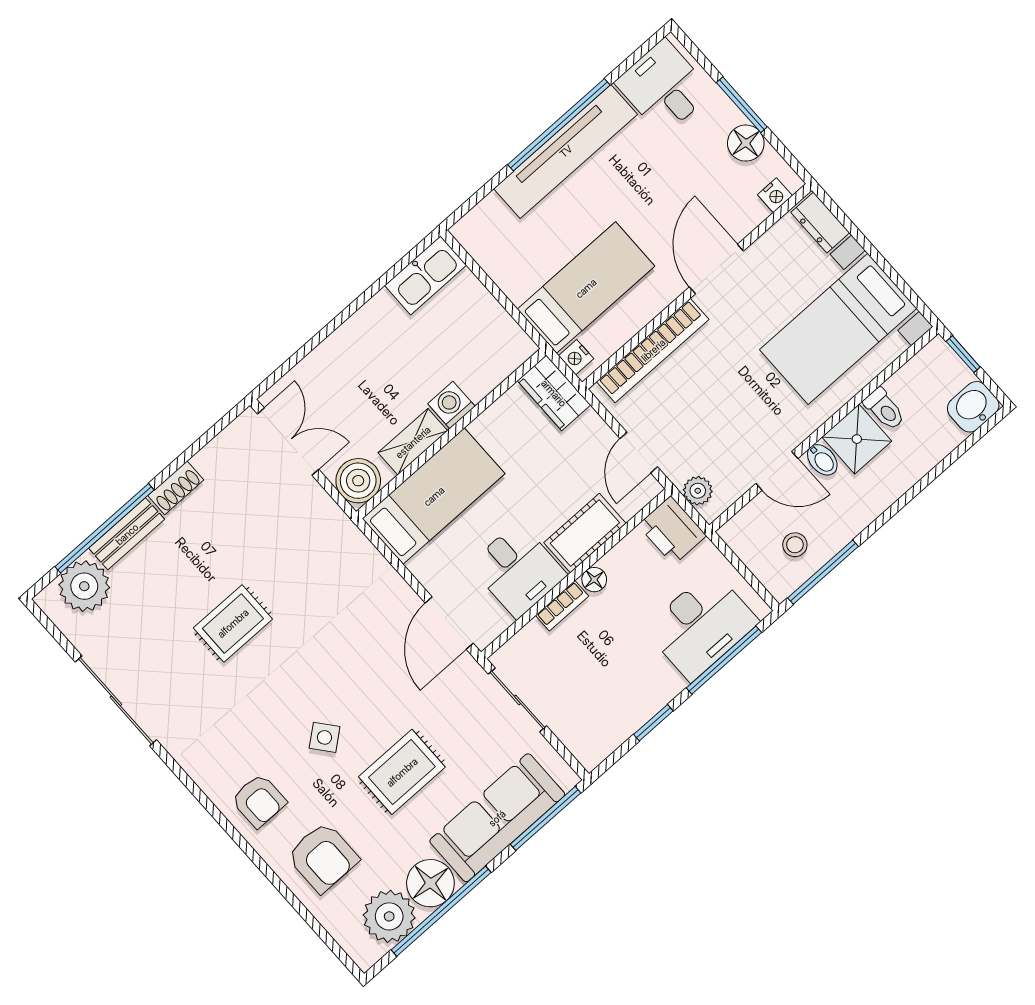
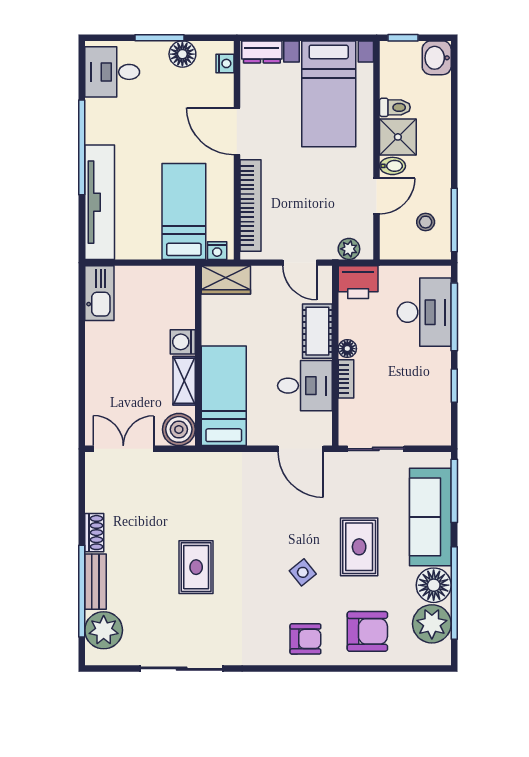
tv unit: (566, 151) -> (100, 202), moved

